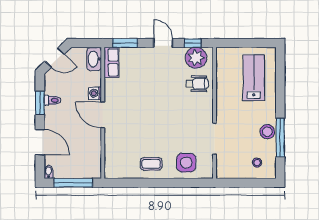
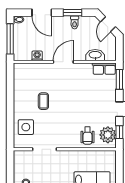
washbasin: (94, 59) -> (95, 55), moved
washing machine: (95, 93) -> (37, 56), moved
door: (40, 142) -> (42, 13), hinge flipped
coffee table: (151, 164) -> (43, 101), moved

